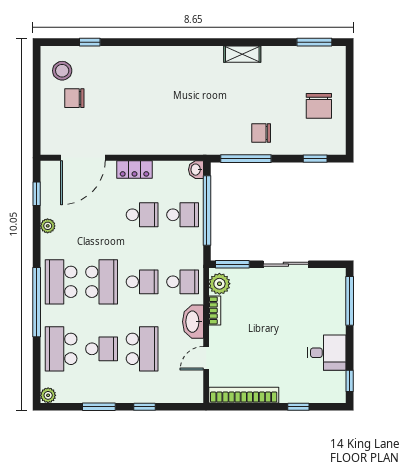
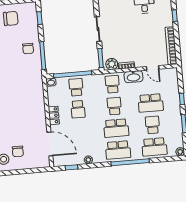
school desk: (142, 215) -> (78, 109), turned 180
school desk: (102, 282) -> (116, 128), turned 180
school desk: (142, 349) -> (151, 103), turned 180

